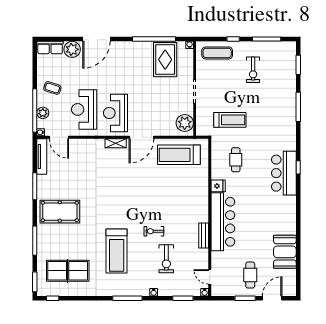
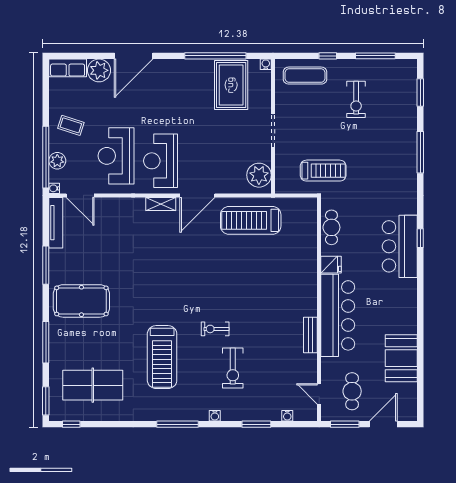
fridge: (218, 186) -> (331, 265), moved
wall: (210, 217) -> (319, 309), moved
bar counter: (223, 222) -> (338, 315), moved
bench: (204, 236) -> (310, 335), moved
door: (210, 277) -> (319, 394), moved

